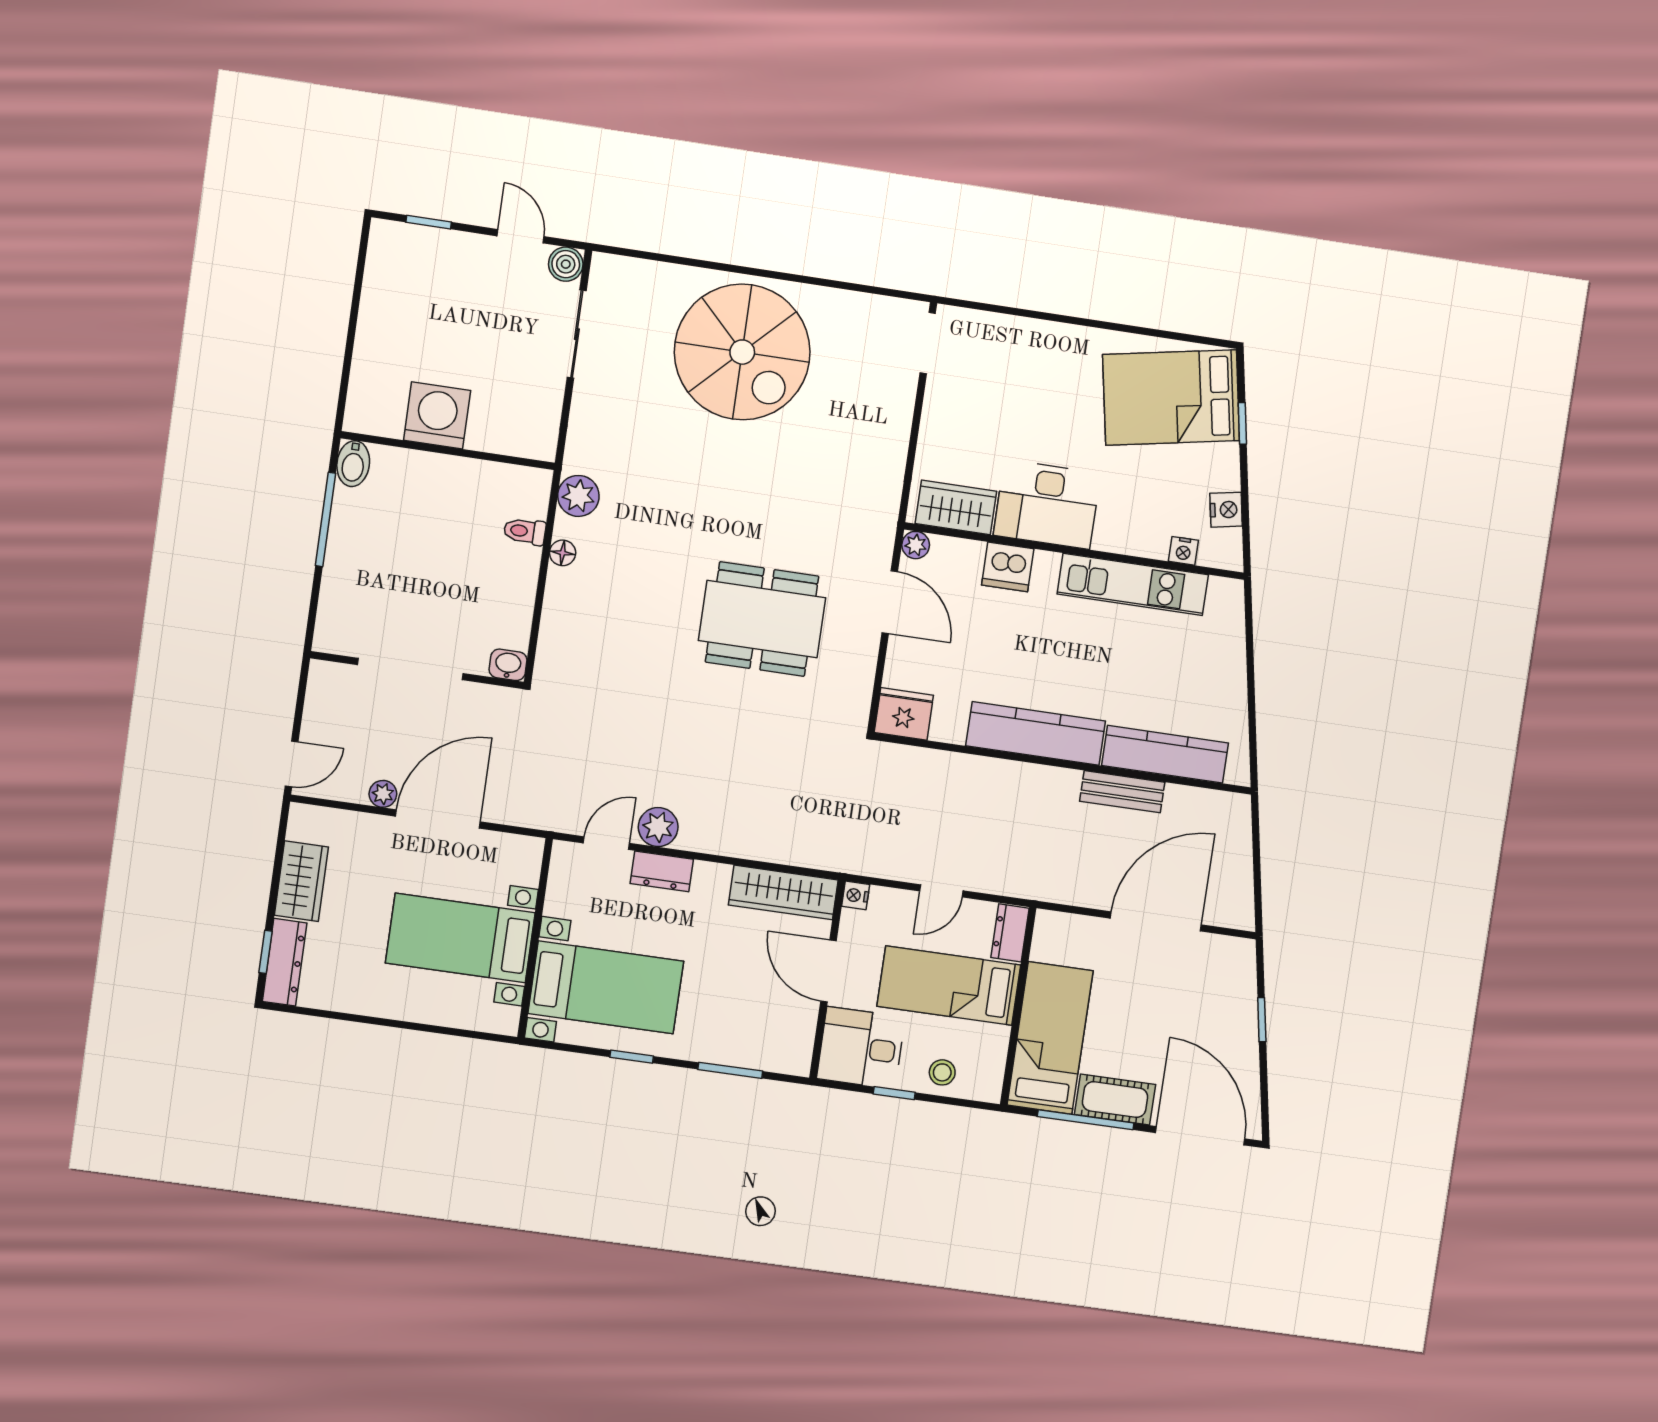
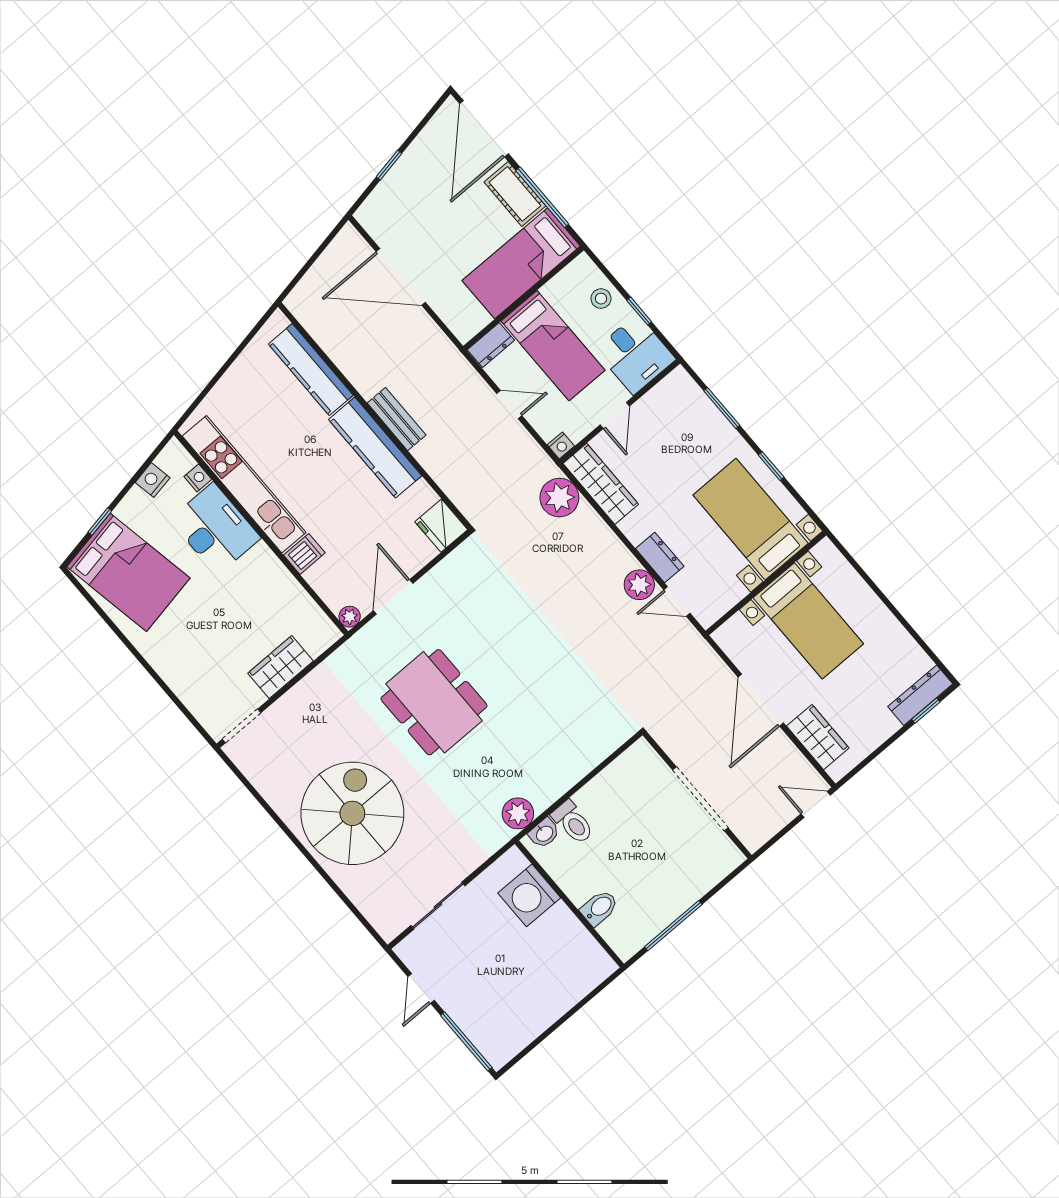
window: (429, 222) -> (466, 1042), width x2.17
boiler: (566, 264) -> (409, 950), removed
washing machine: (437, 415) -> (529, 895), moved
bidet: (353, 464) -> (599, 908), moved
desk: (1047, 504) -> (215, 529), moved
wardrobe: (956, 507) -> (281, 667), moved, turned 90
toilet: (525, 531) -> (573, 822), width x1.37, depth x1.39
floor lamp: (563, 553) -> (555, 789), removed
dishwasher: (1008, 567) -> (304, 554), width x0.73
kitchen unit: (1133, 584) -> (244, 484), width x1.36
dining table: (762, 619) -> (434, 702), moved
washbasin: (508, 665) -> (544, 833), moved, turned -90
bench: (1122, 792) -> (397, 419), moved
plant: (383, 794) -> (559, 498), moved, width x1.88, depth x1.88
door: (438, 819) -> (761, 700), hinge flipped
wardrobe: (301, 881) -> (818, 737), moved, turned 90
door: (828, 971) -> (615, 416), width x0.73

